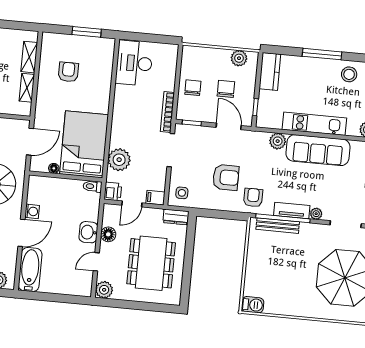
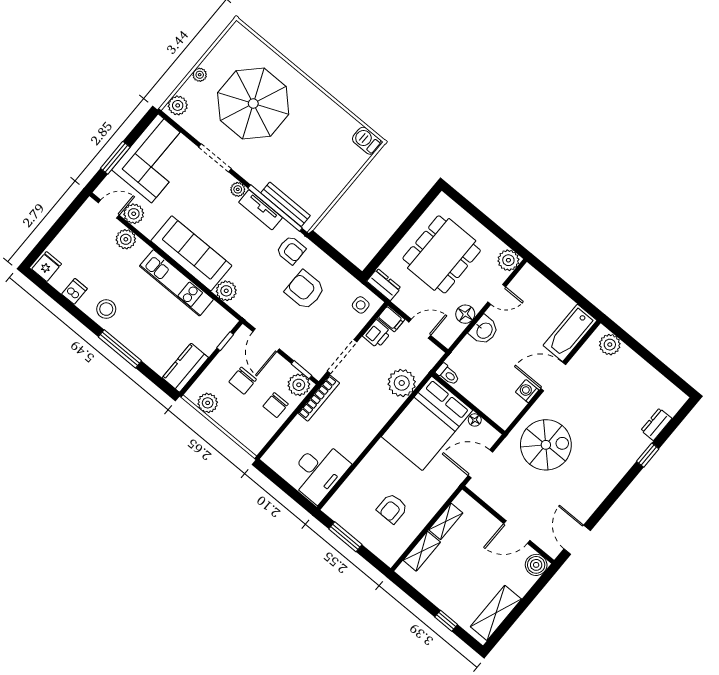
plant: (187, 112) -> (299, 385), added
printer: (113, 191) -> (377, 334), moved, turned 180
armchair: (253, 198) -> (291, 250), turned -90

